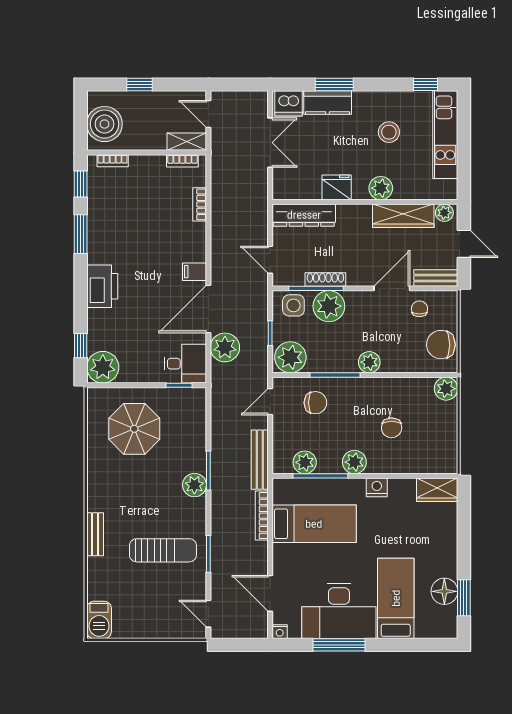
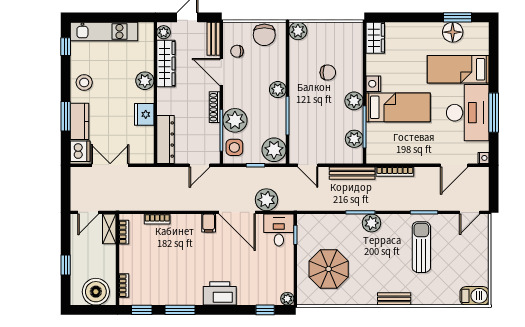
stool: (389, 132) -> (84, 82), moved
shoe rack: (325, 279) -> (215, 107), moved
plant: (103, 367) -> (287, 299), width x0.53, depth x0.53
chair: (315, 403) -> (309, 131), removed
bed: (314, 524) -> (398, 107), moved, turned 90
bench: (95, 534) -> (394, 299), moved

